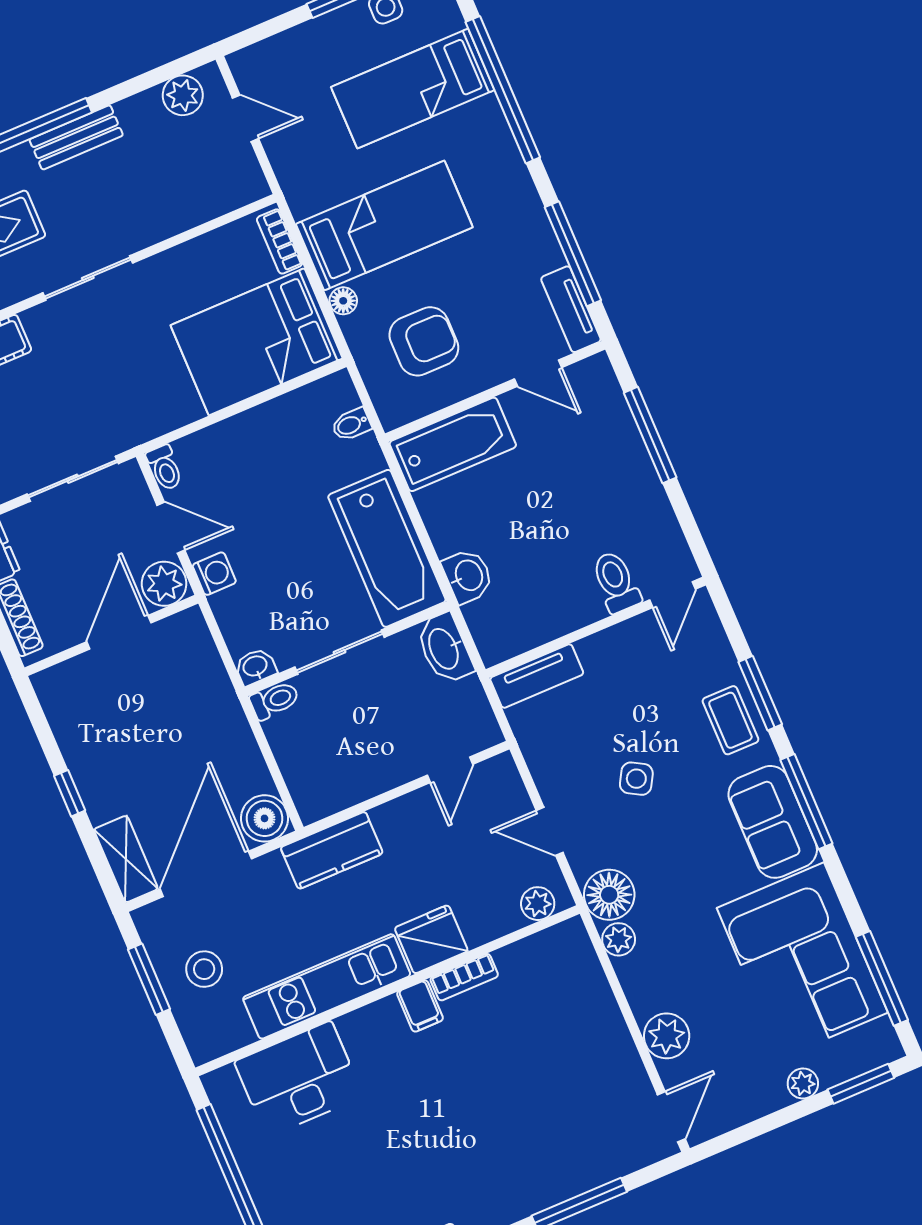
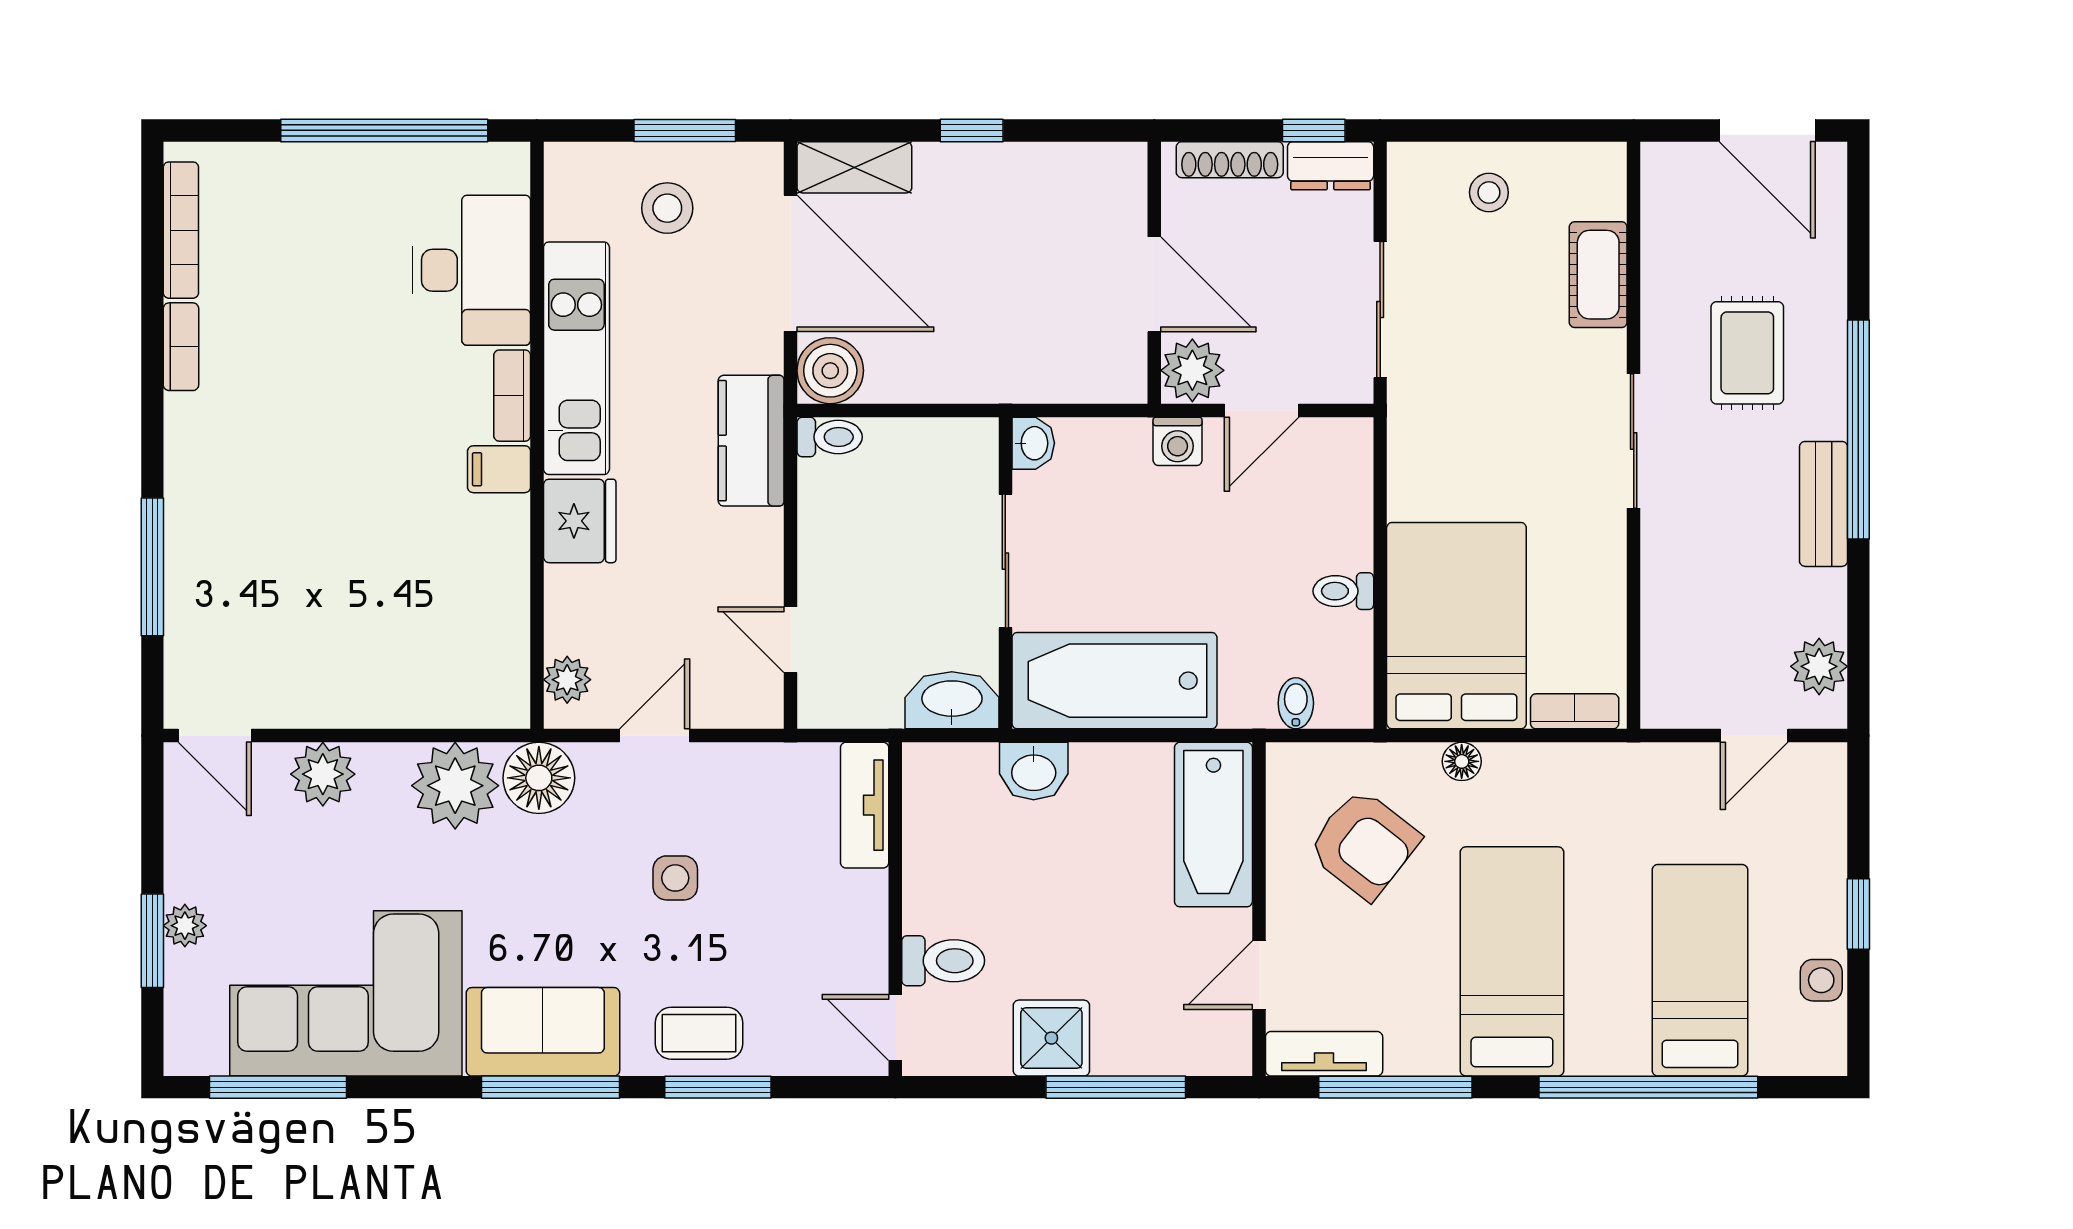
bed: (384, 226) -> (1512, 961), moved, turned 180
armchair: (424, 341) -> (1364, 844), turned -52
toilet: (165, 468) -> (1343, 591), moved
shower: (636, 490) -> (1051, 1038), added
toilet: (275, 700) -> (830, 437), moved, turned -90
side table: (636, 779) -> (675, 878), turned -30
plant: (619, 939) -> (455, 786), width x1.88, depth x1.88
bookcase: (464, 977) -> (512, 396), moved
window: (861, 1084) -> (152, 941), moved

